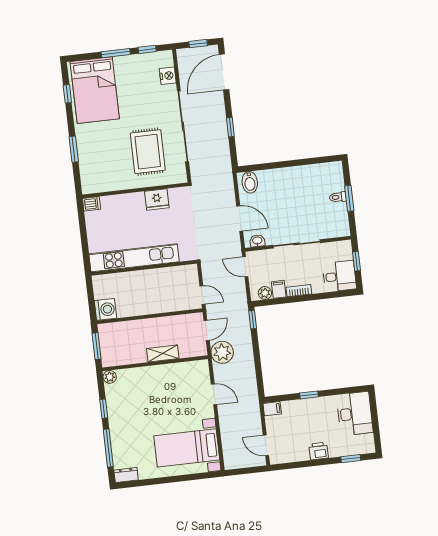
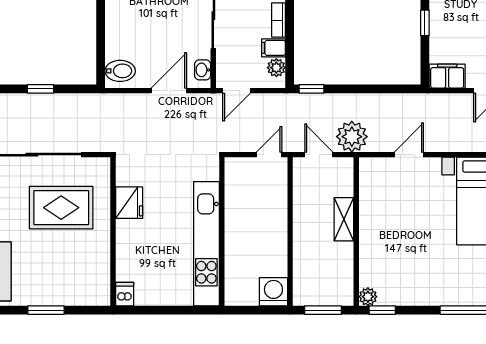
window: (104, 409) -> (382, 310), moved
filing cabinet: (272, 409) -> (447, 76), width x2.00

